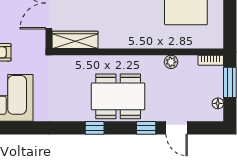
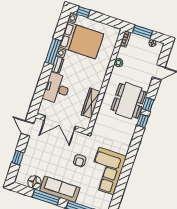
wardrobe: (75, 40) -> (91, 103), moved
window: (146, 128) -> (148, 104), moved

